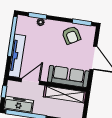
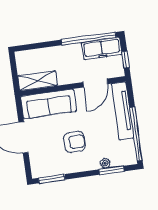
armchair: (71, 35) -> (74, 142), moved, turned 120
shelving: (65, 94) -> (37, 81), width x0.68

